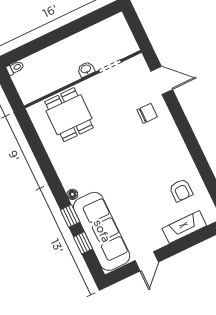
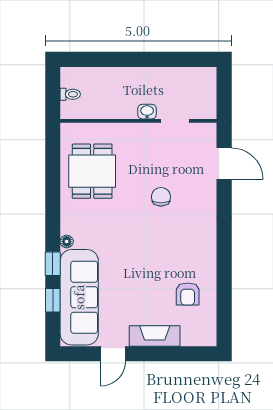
toilet: (15, 68) -> (70, 94), moved
chair: (147, 113) -> (161, 197), moved, turned -90
dining table: (69, 115) -> (92, 171), moved
fireplace: (184, 227) -> (155, 336), moved

